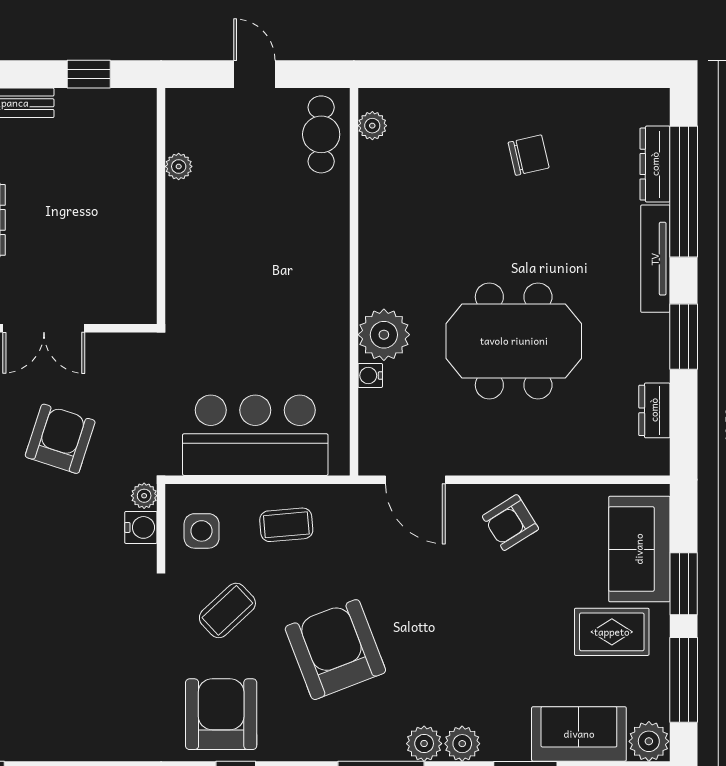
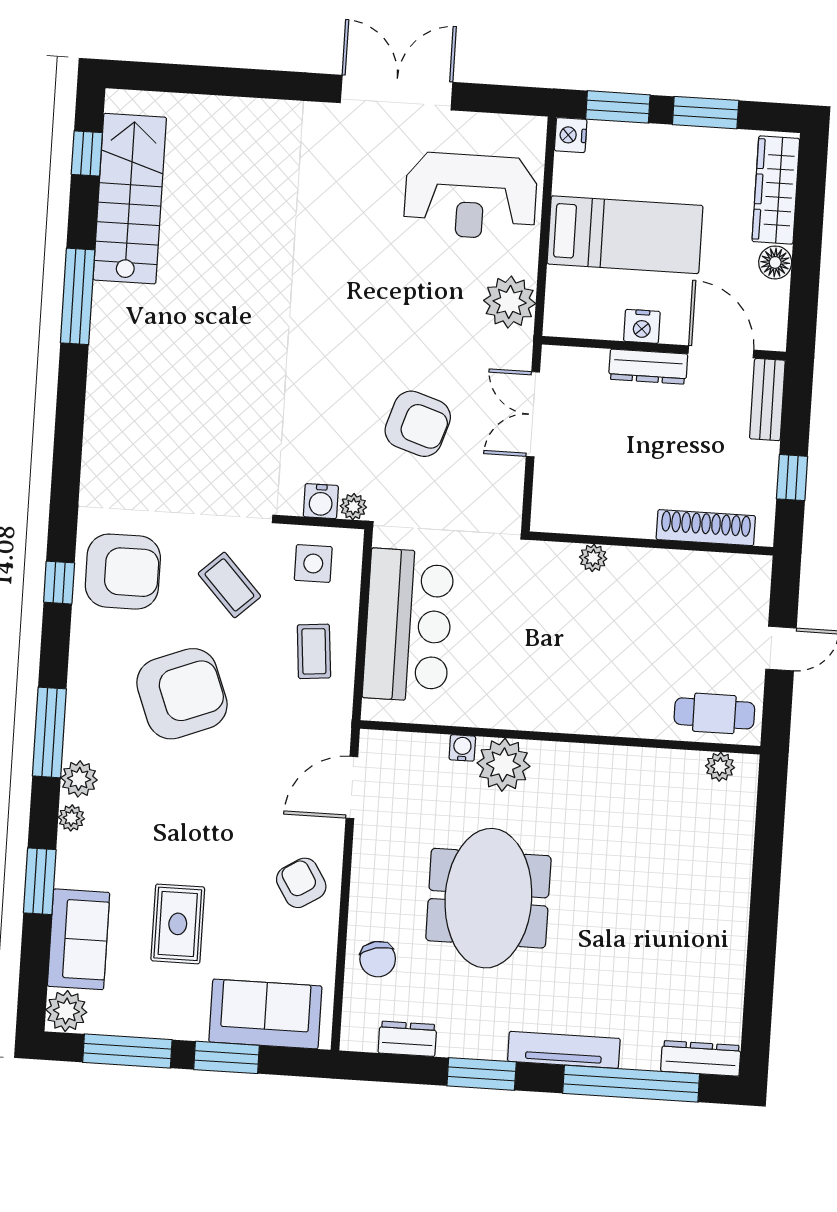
shoe rack: (142, 154) -> (706, 528), added
chair: (529, 155) -> (378, 959), moved
dresser: (655, 164) -> (701, 1058), moved
plant: (179, 166) -> (593, 558), moved
rug: (612, 632) -> (178, 924), moved
plant: (462, 744) -> (71, 818), width x0.73, depth x0.73

